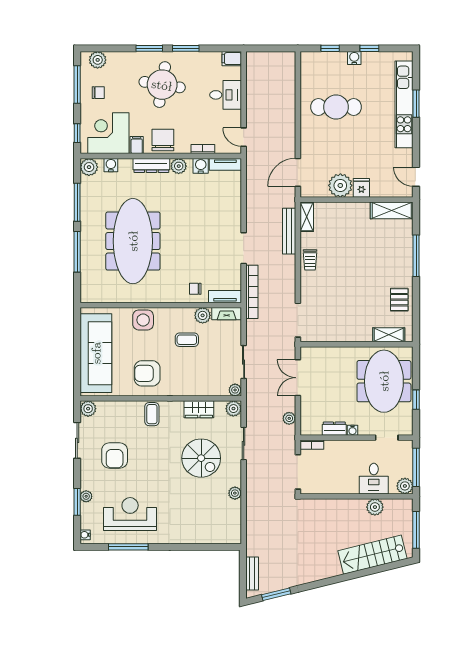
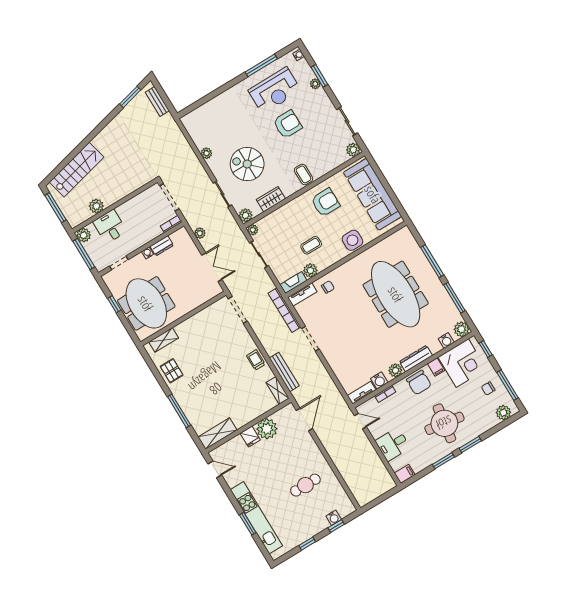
water cooler: (354, 58) -> (334, 518), moved
cafe table: (336, 107) -> (305, 485), width x0.73, depth x0.74
armchair: (115, 456) -> (288, 124), moved, turned 90

